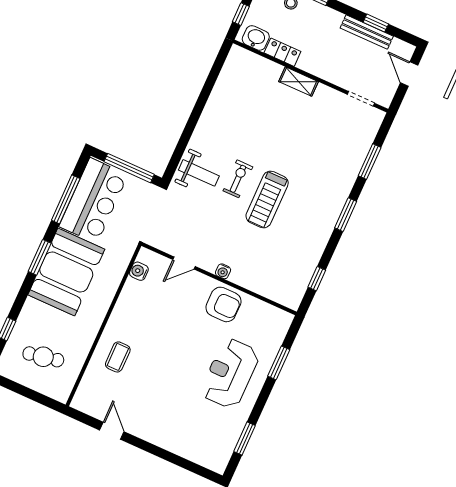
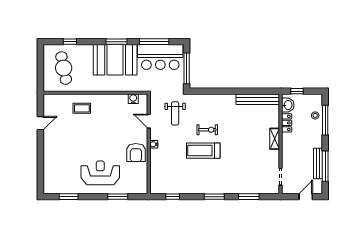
window: (376, 23) -> (325, 166), width x2.17
bench: (226, 80) -> (258, 99), added
weight bench: (199, 173) -> (175, 113), moved
cafe table: (43, 357) -> (64, 68), width x1.37, depth x1.35

